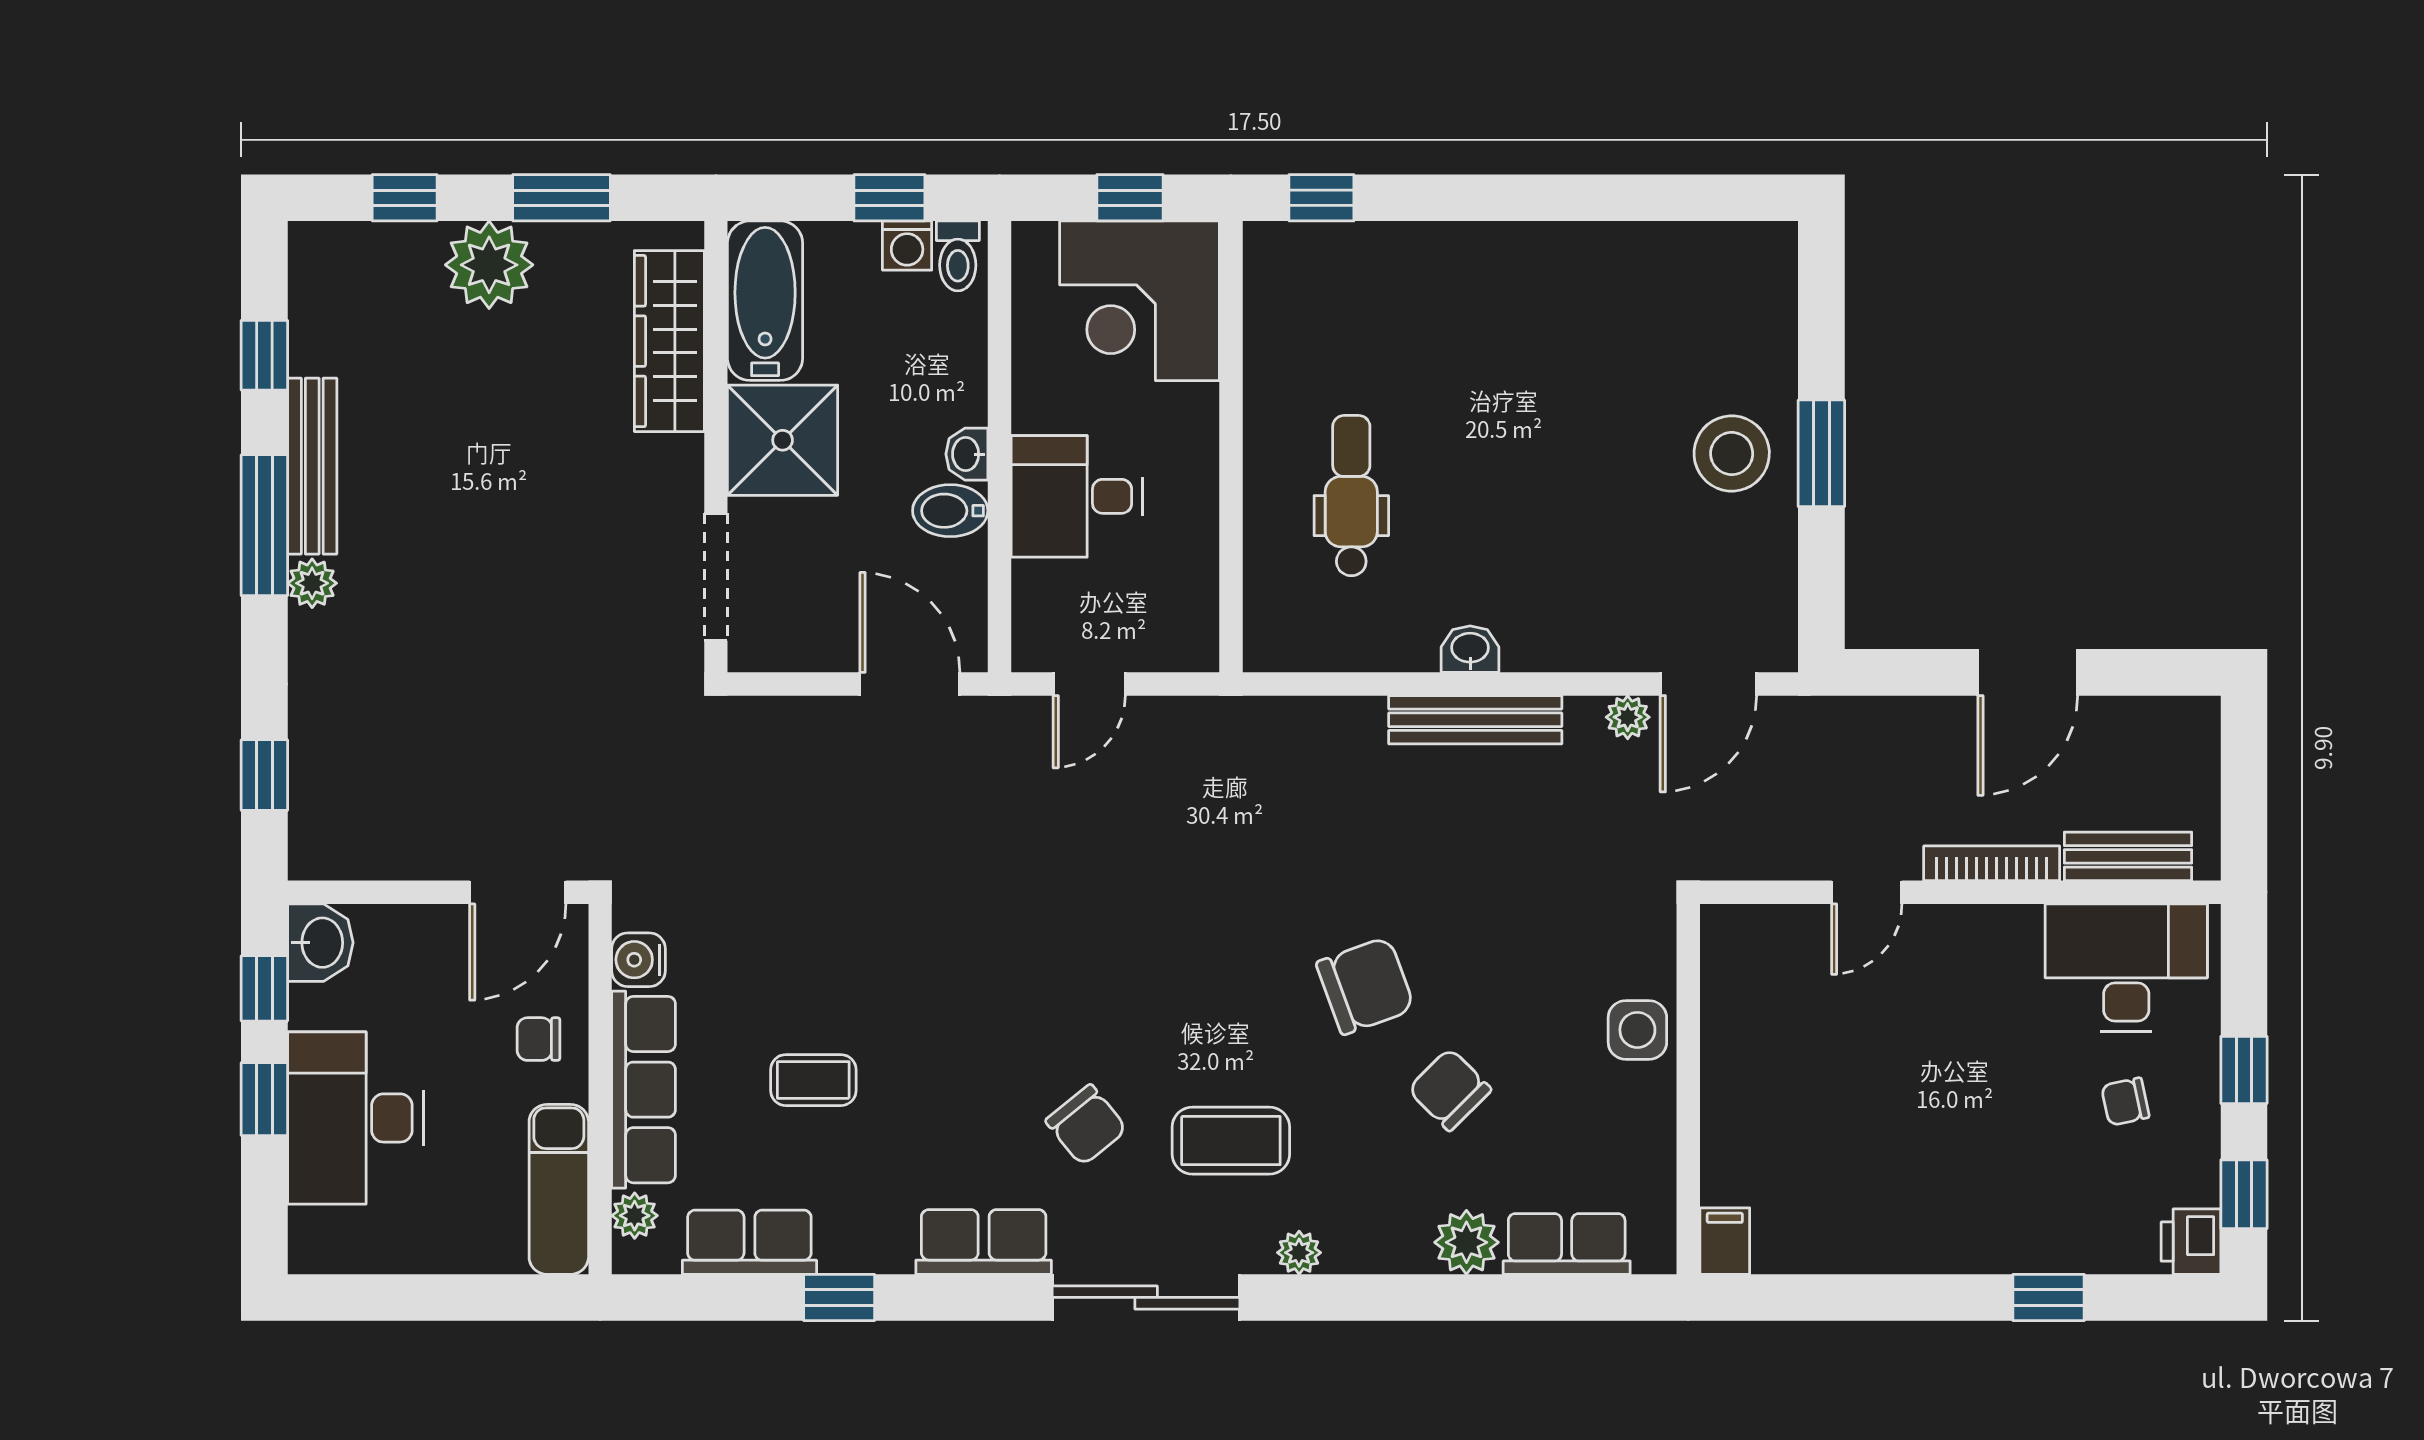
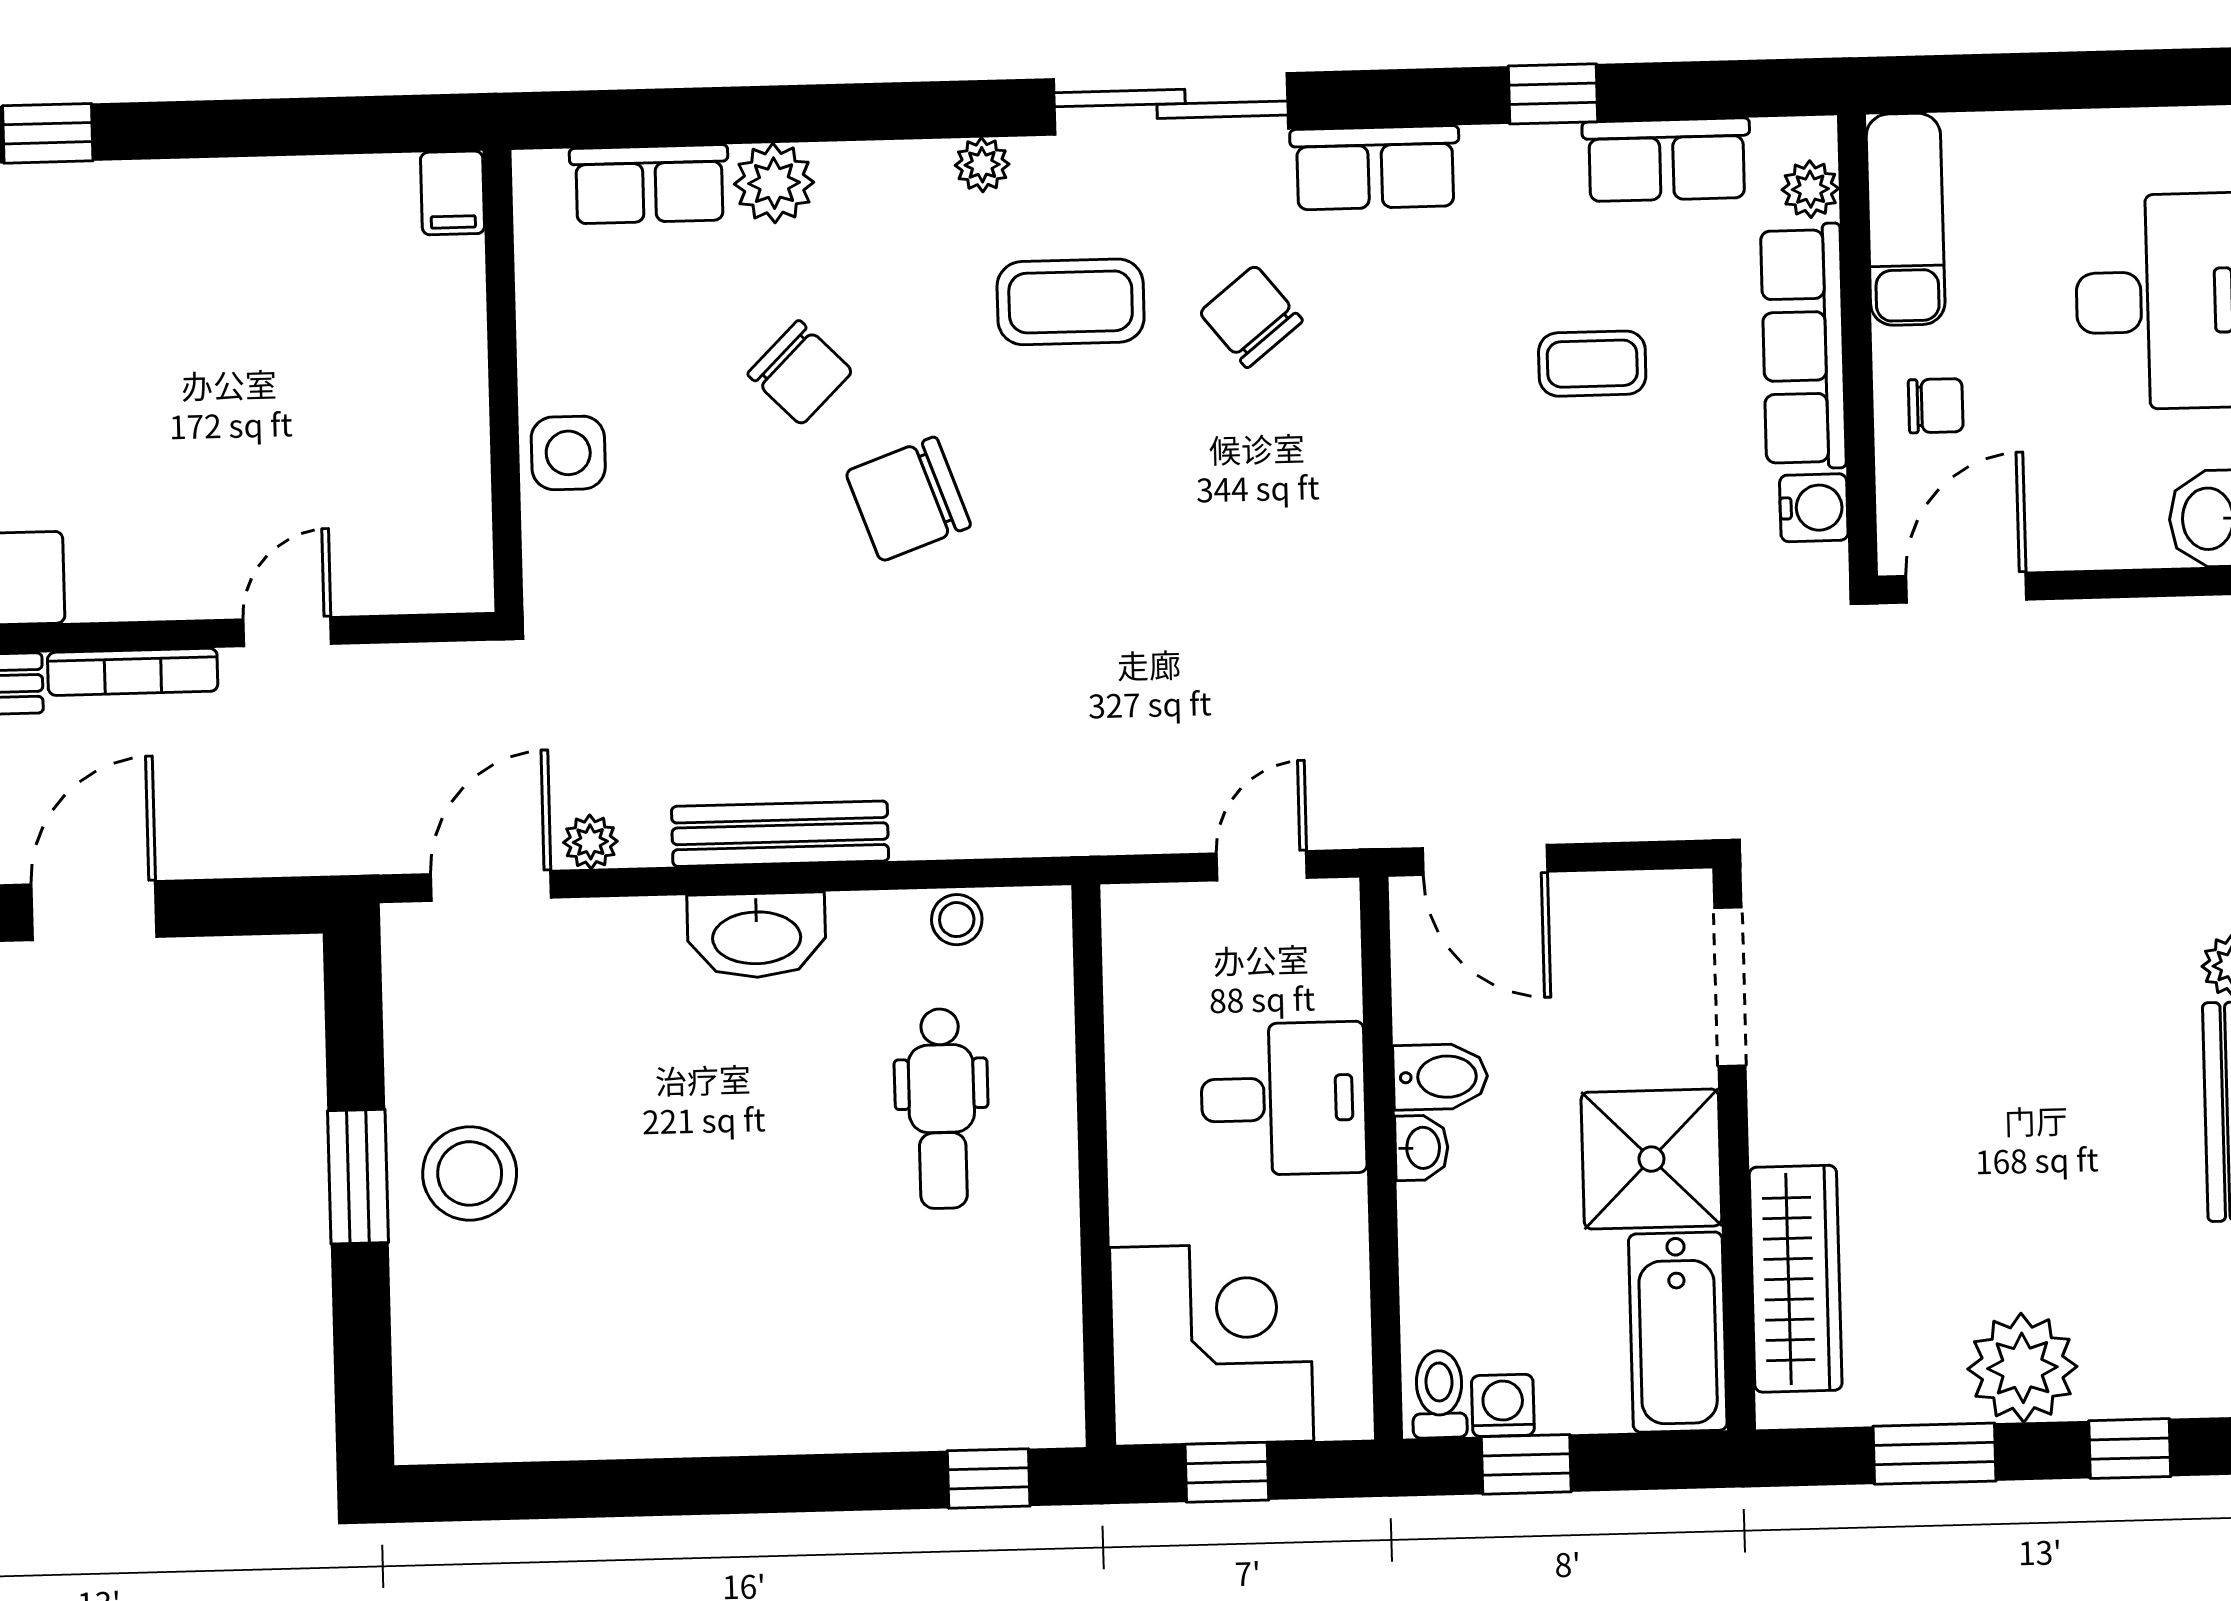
stool: (1335, 647) -> (957, 920), added
washbasin: (1470, 649) -> (757, 935), width x1.91, depth x1.45

